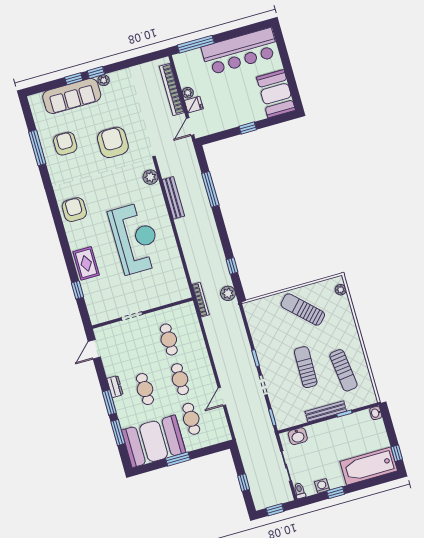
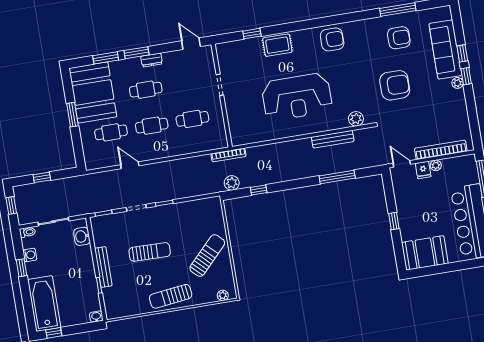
sun lounger: (343, 370) -> (171, 296), moved

